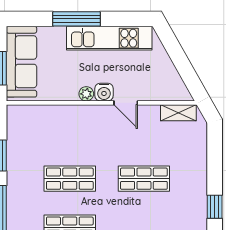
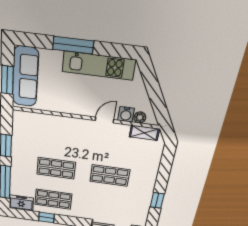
water cooler: (104, 92) -> (126, 114), moved
plant: (86, 94) -> (140, 117), moved
door: (126, 103) -> (104, 120), swing flipped

